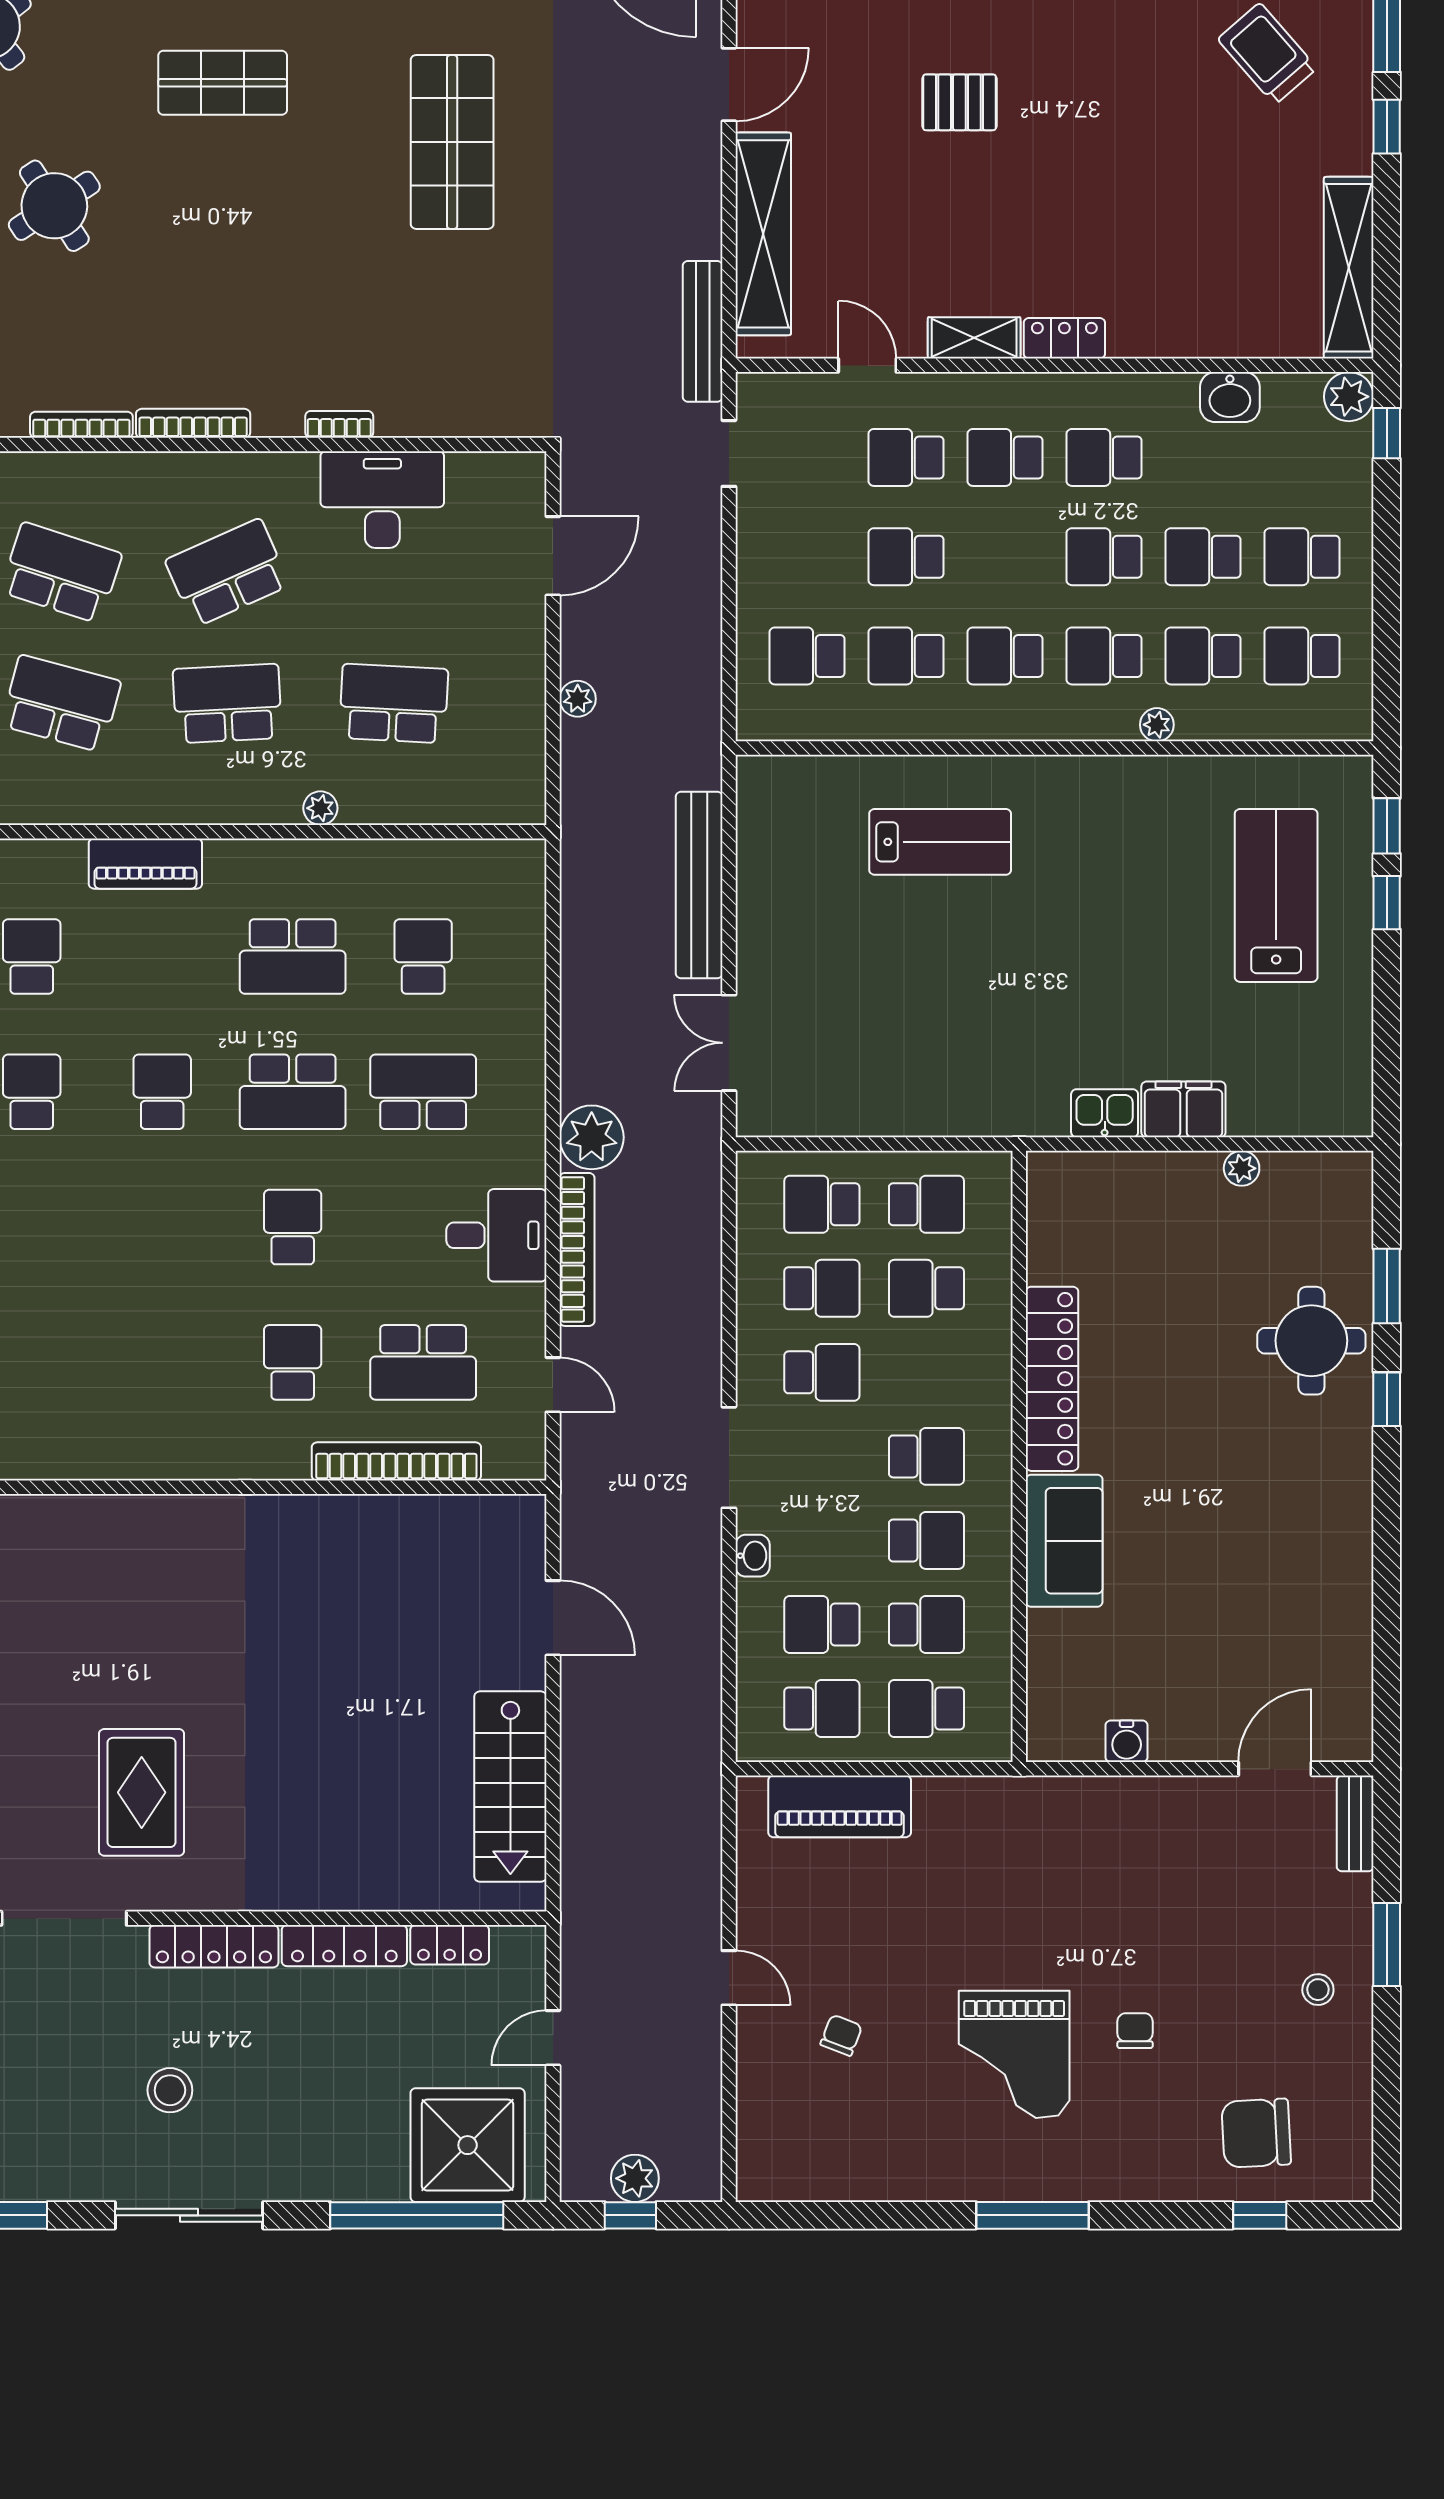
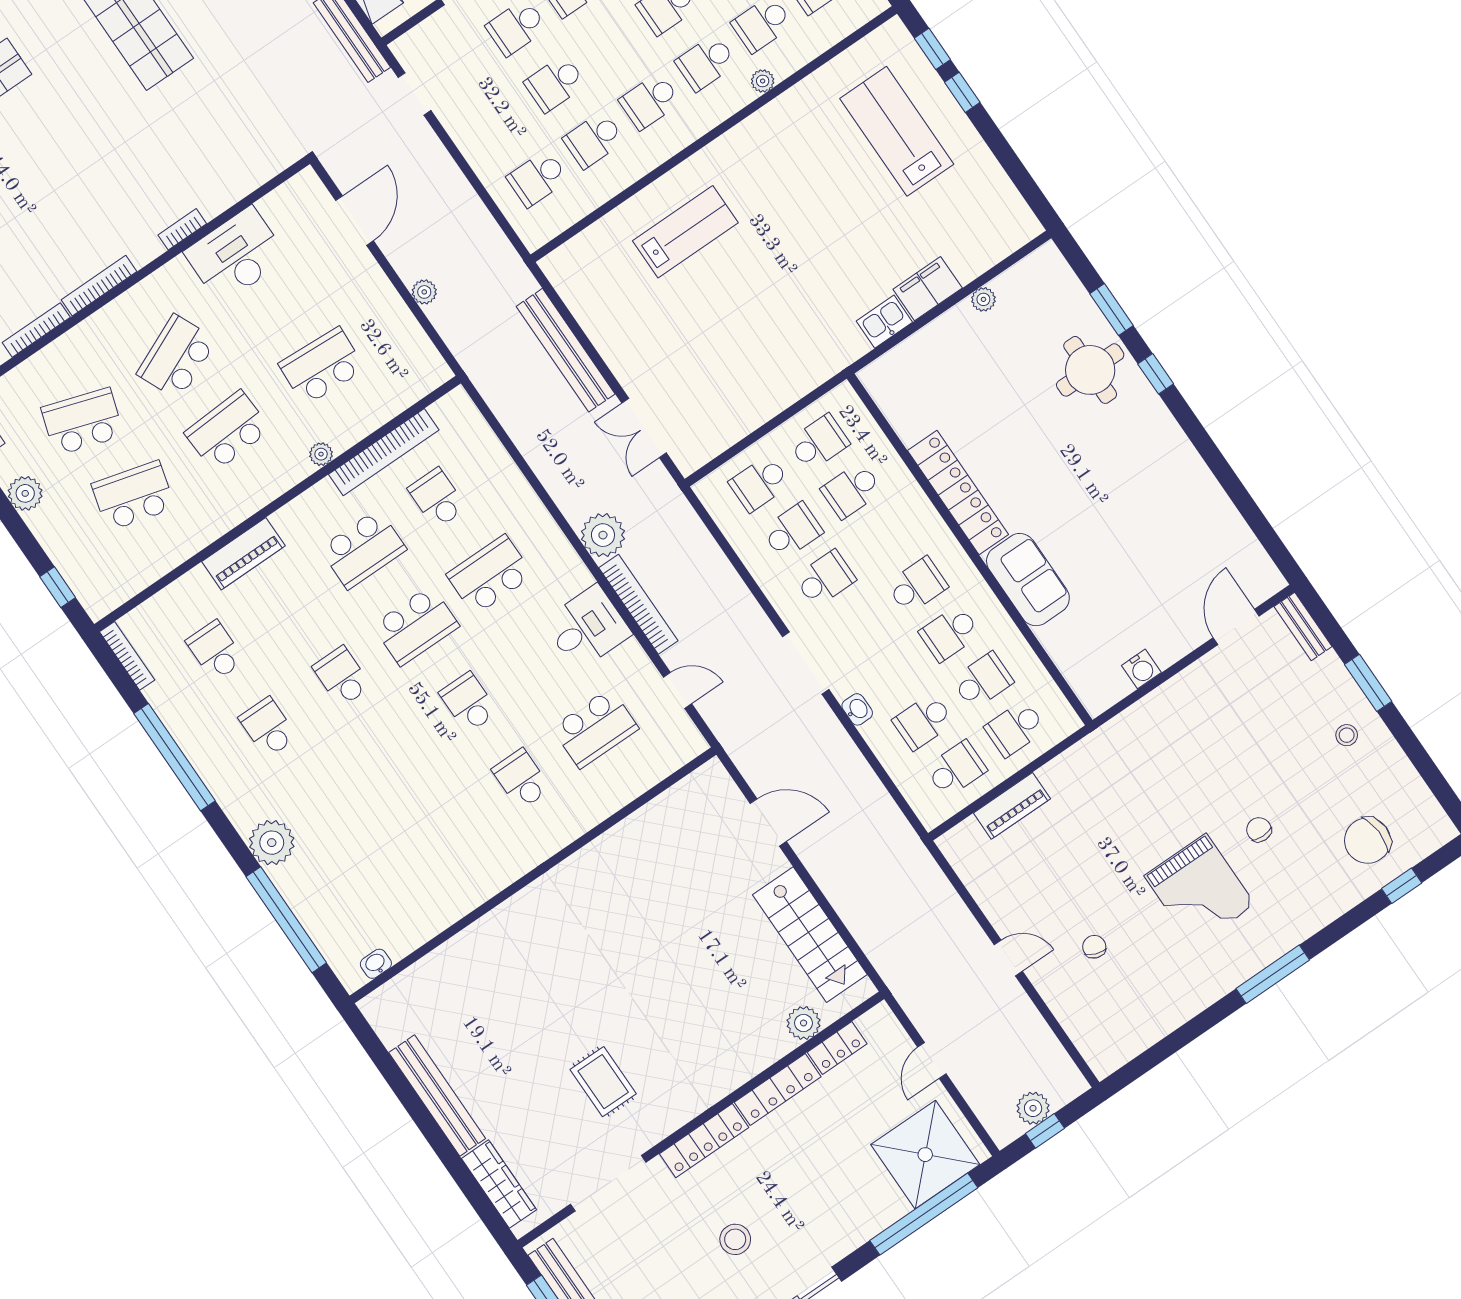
bookcase: (396, 1461) -> (384, 452), moved, turned 180
school desk: (926, 1540) -> (950, 633), turned 180
rug: (142, 1792) -> (603, 1082), width x0.73, depth x0.70
piano: (840, 1806) -> (1012, 806), width x0.73, depth x0.75
plant: (430, 1887) -> (804, 1023), added

